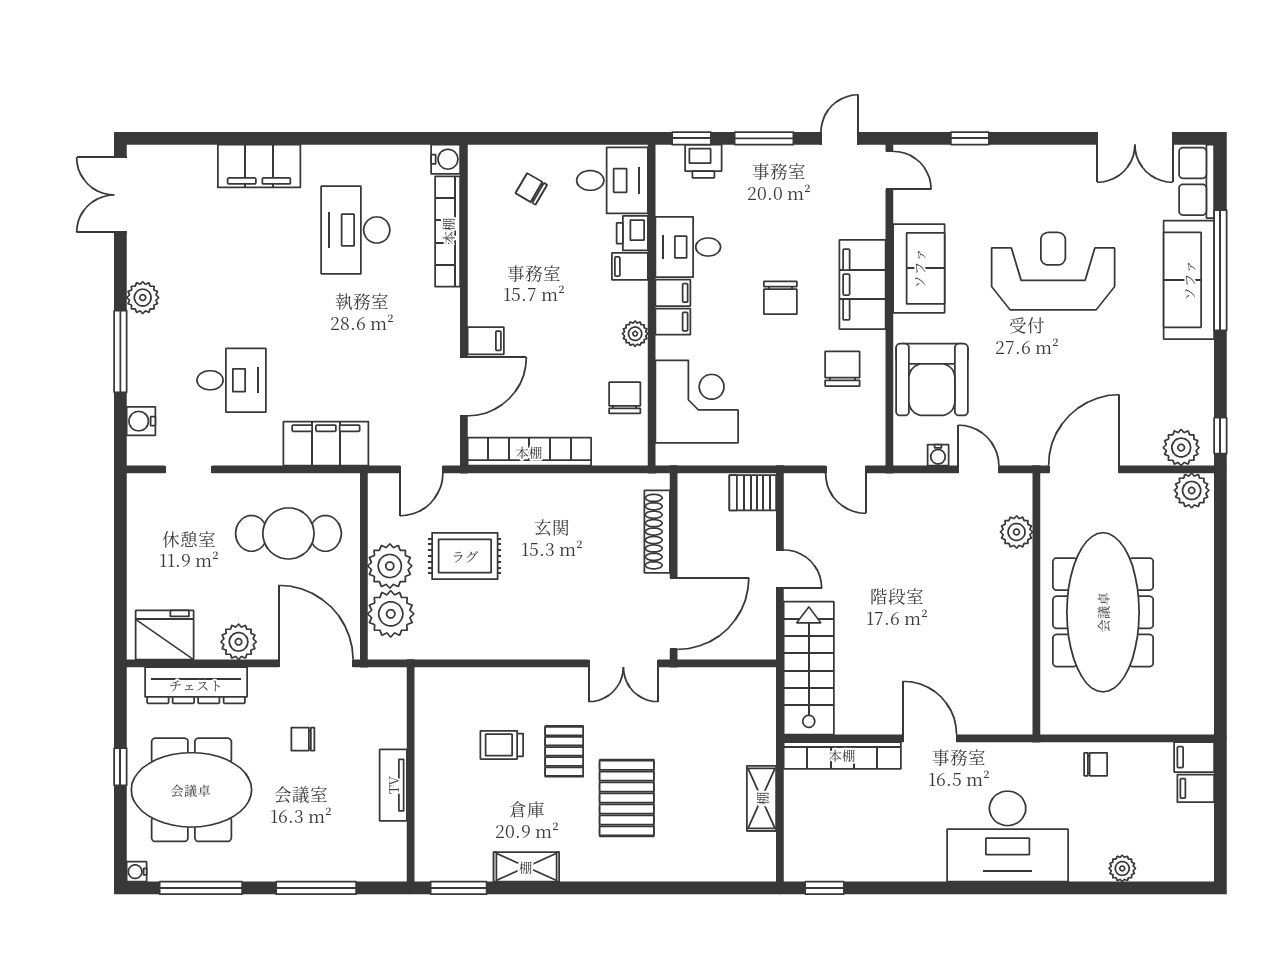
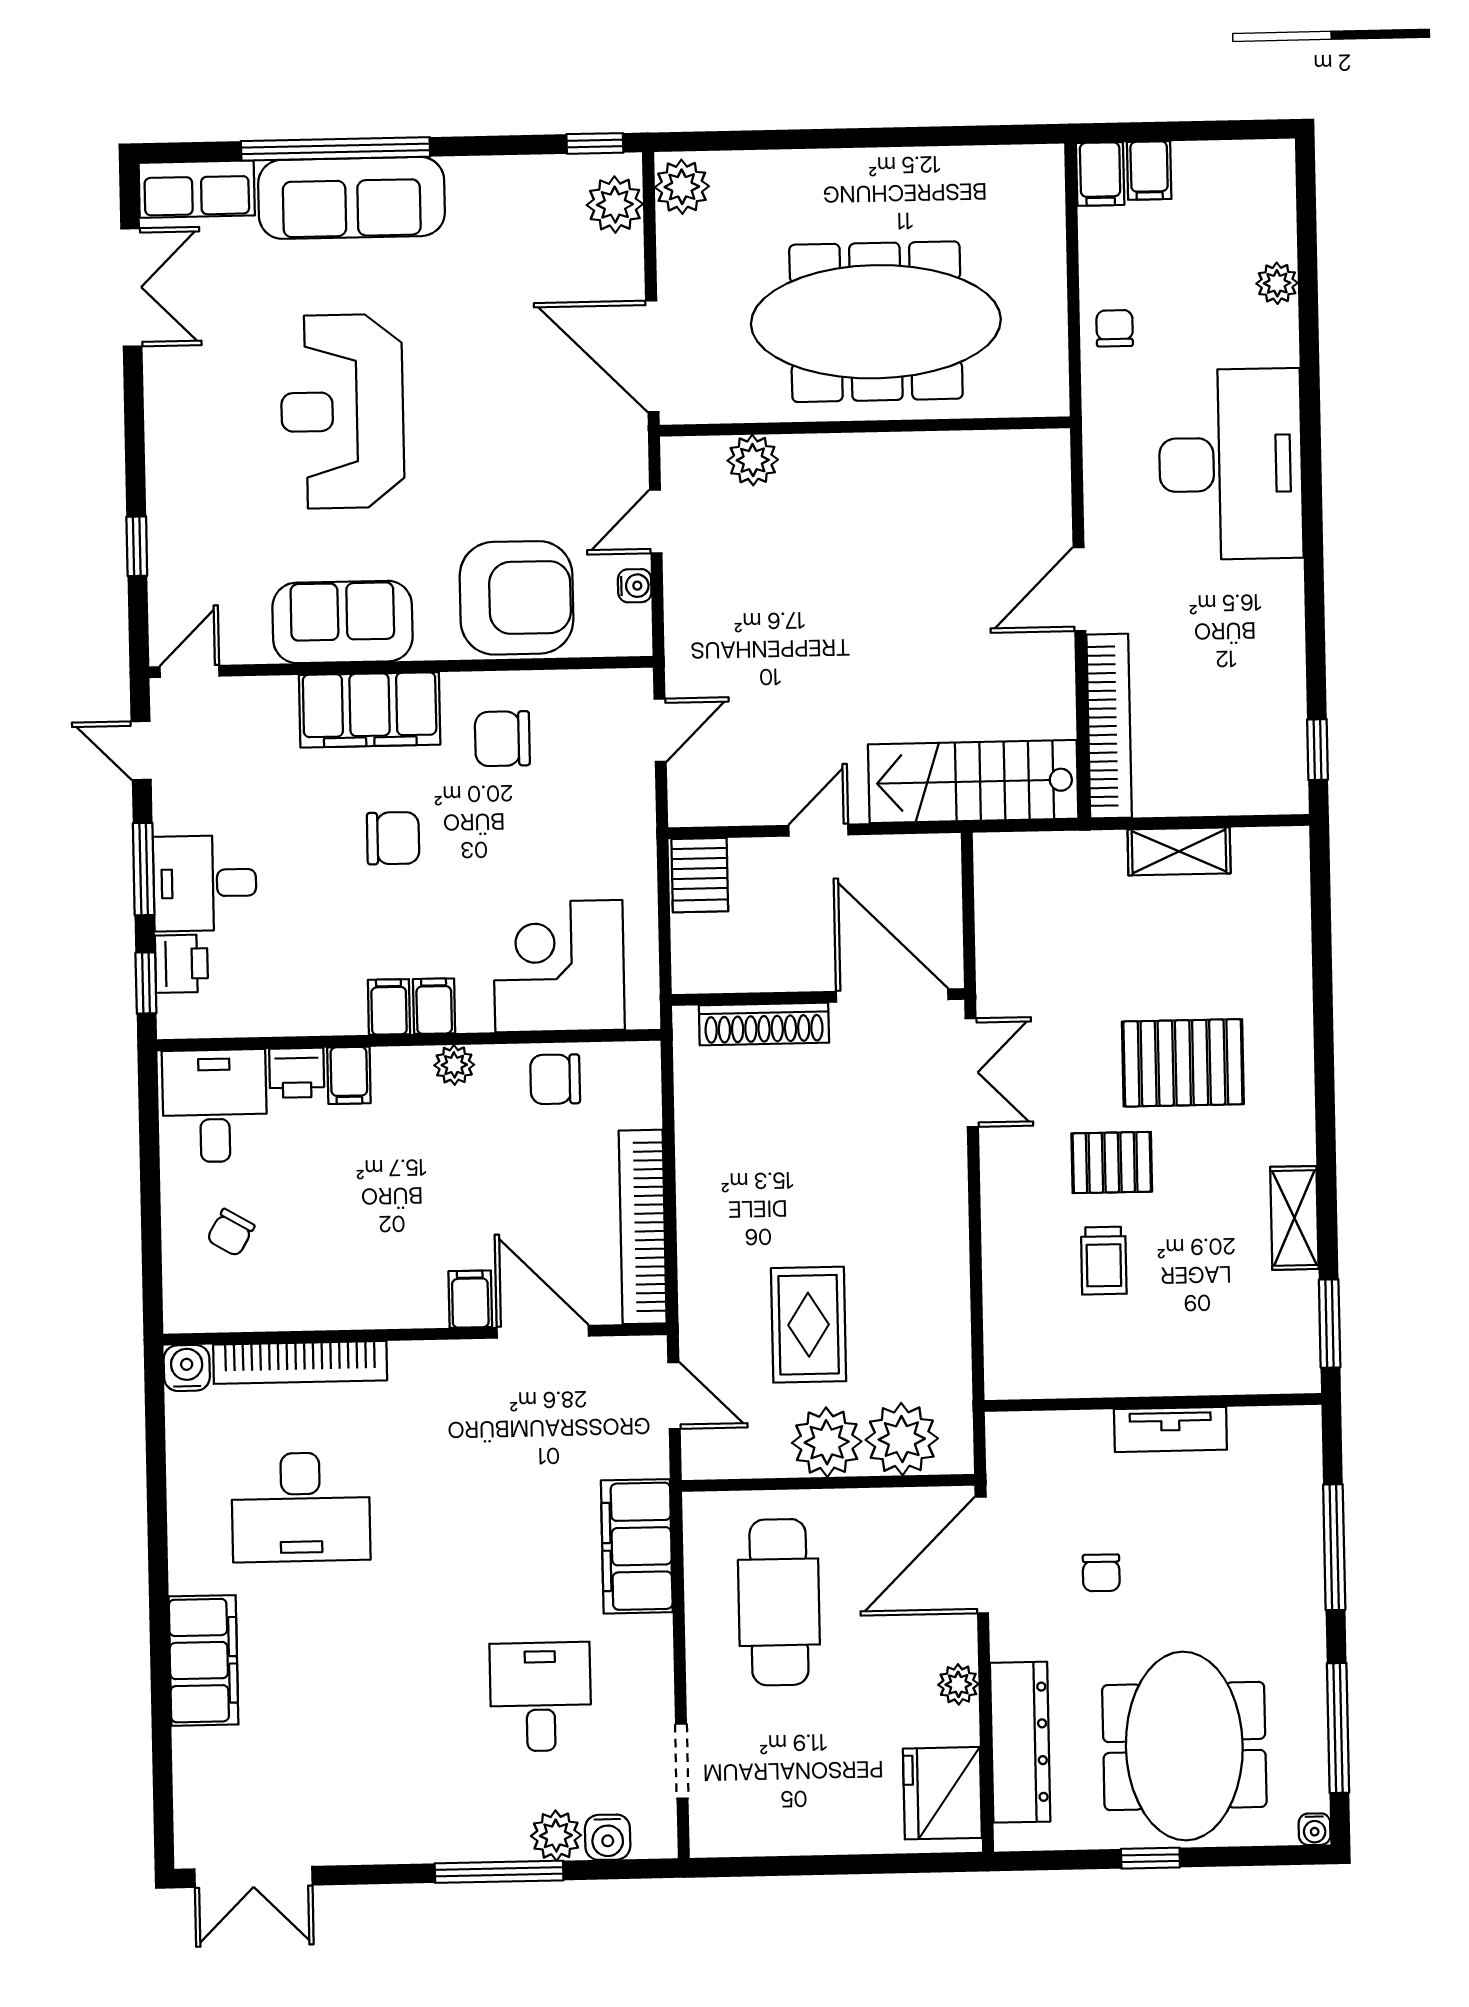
desk: (688, 247) -> (205, 883), moved, turned 90
plant: (143, 298) -> (556, 1836), moved
plant: (239, 642) -> (958, 1684), width x0.73, depth x0.73

